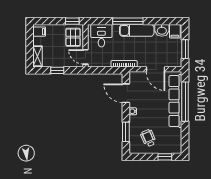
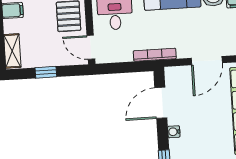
door: (155, 69) -> (207, 61), hinge flipped
door: (126, 93) -> (161, 103), hinge flipped

